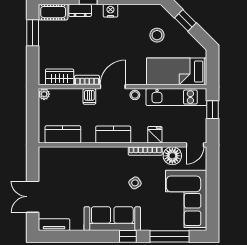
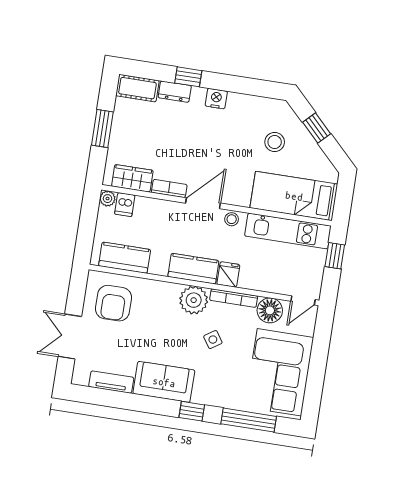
window: (33, 33) -> (102, 128), moved
dishwasher: (89, 96) -> (125, 205), moved
fridge: (155, 135) -> (228, 274), moved
plant: (117, 157) -> (194, 300), added
armchair: (60, 168) -> (113, 303), added
sofa: (112, 219) -> (164, 382), width x0.73
tv unit: (54, 225) -> (111, 382), moved

